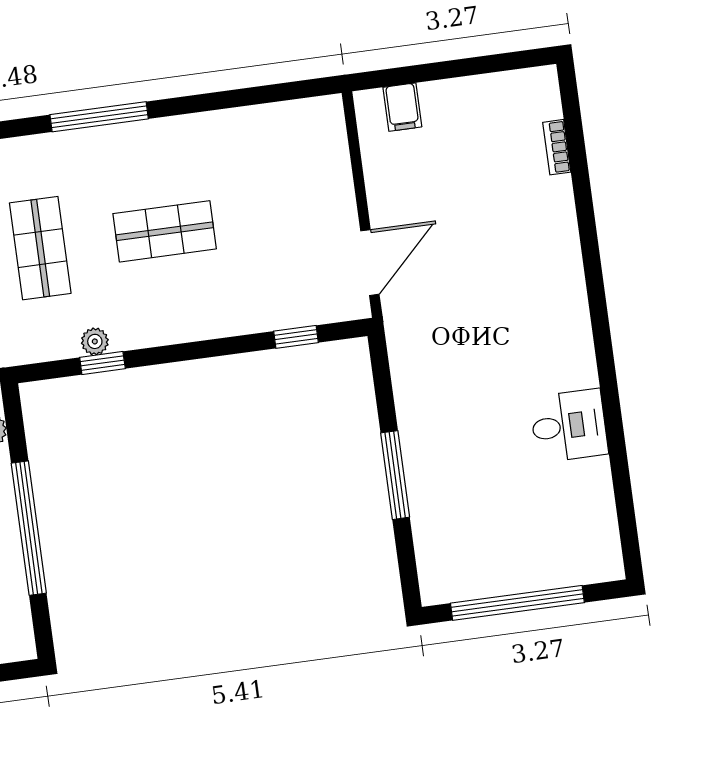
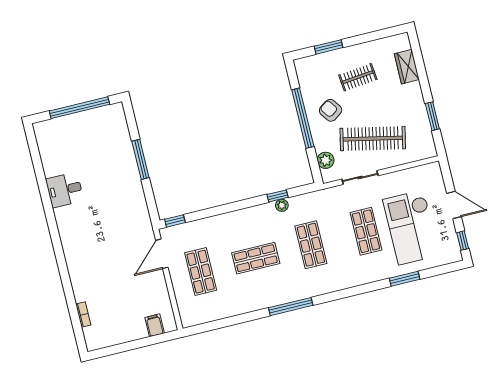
shop shelf: (289, 214) -> (201, 272), added
window: (296, 337) -> (175, 221), moved

